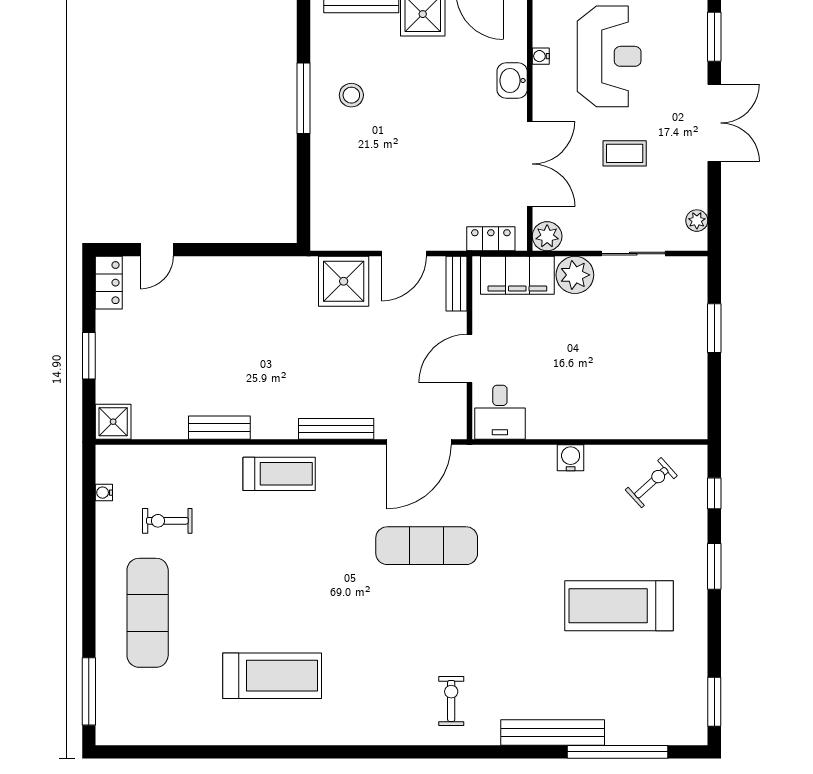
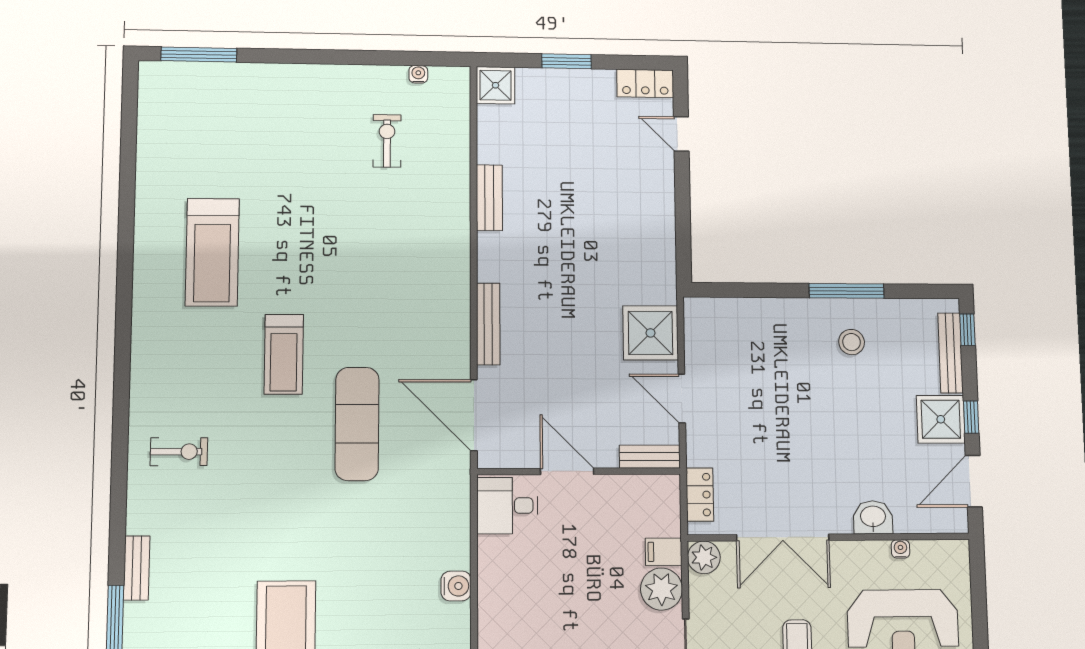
filing cabinet: (517, 275) -> (664, 552), width x0.33, depth x0.86
treadmill: (279, 474) -> (284, 354), moved
exercise mat: (148, 613) -> (285, 118), removed
bench: (553, 733) -> (137, 568), width x0.54, depth x0.82

